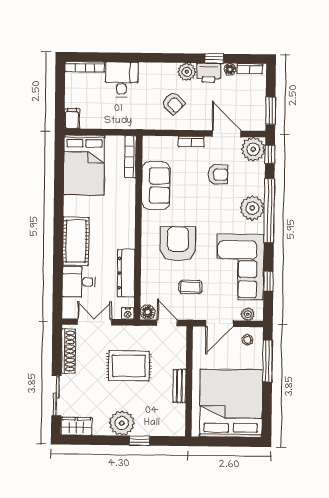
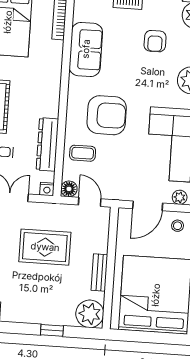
armchair: (218, 175) -> (155, 41), turned 90
armchair: (178, 244) -> (107, 115), turned 90
coffee table: (190, 287) -> (83, 153), moved
plant: (122, 423) -> (90, 314), moved

